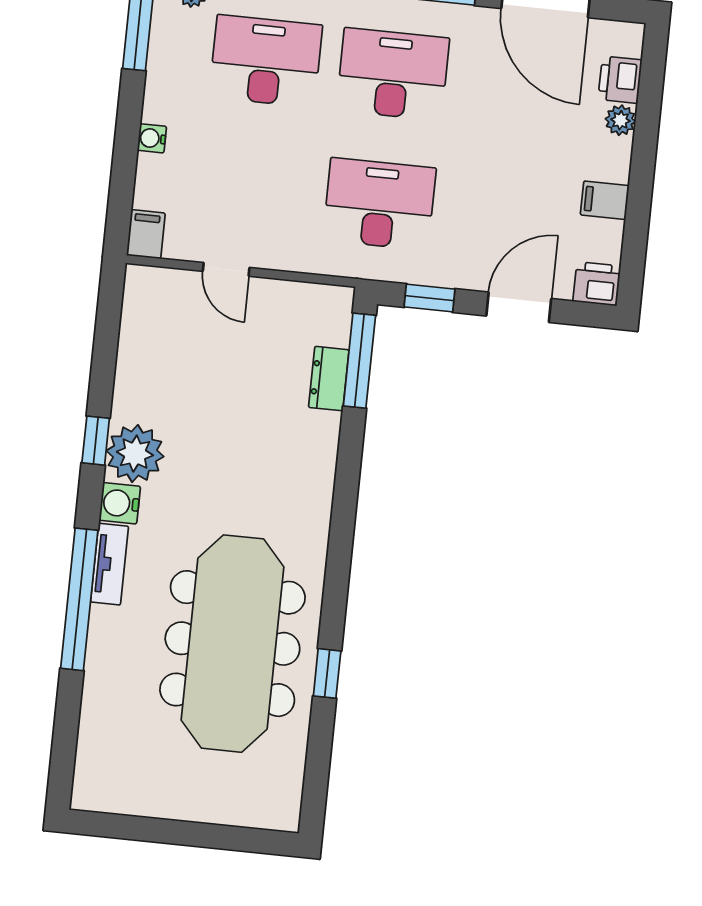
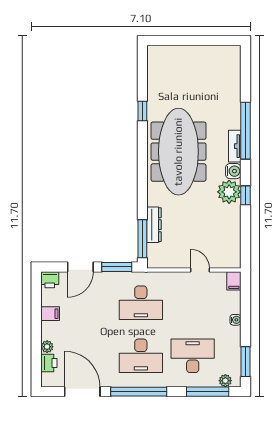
desk: (266, 61) -> (193, 356), turned 180
window: (430, 298) -> (117, 267), width x1.50
dresser: (329, 379) -> (154, 225), width x1.44
meeting table: (232, 644) -> (178, 152), moved

